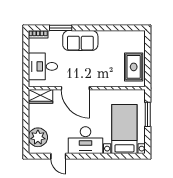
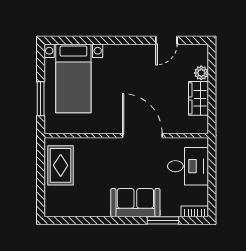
wardrobe: (41, 96) -> (198, 98), moved, turned -90
plant: (38, 137) -> (201, 73), width x0.53, depth x0.53
desk: (86, 140) -> (128, 63), removed
door: (58, 156) -> (166, 40), swing flipped

